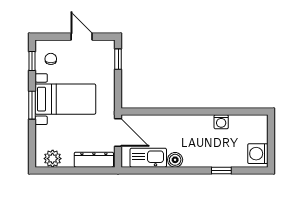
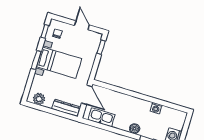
boiler: (175, 160) -> (135, 129), moved

